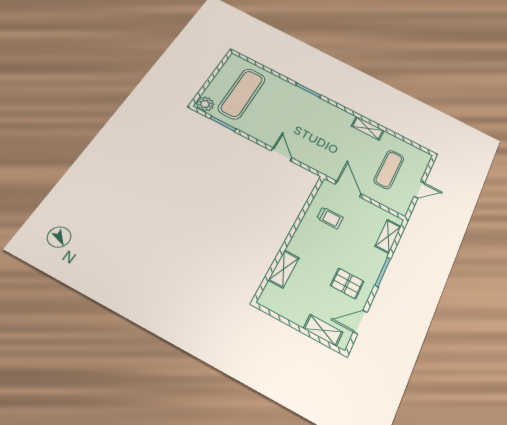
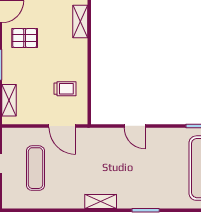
shelving: (368, 128) -> (101, 201), moved
trolley: (330, 218) -> (65, 89), turned 180

